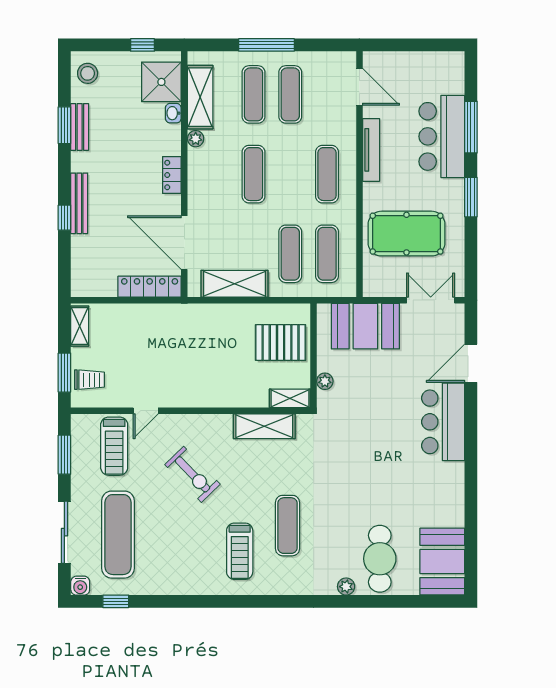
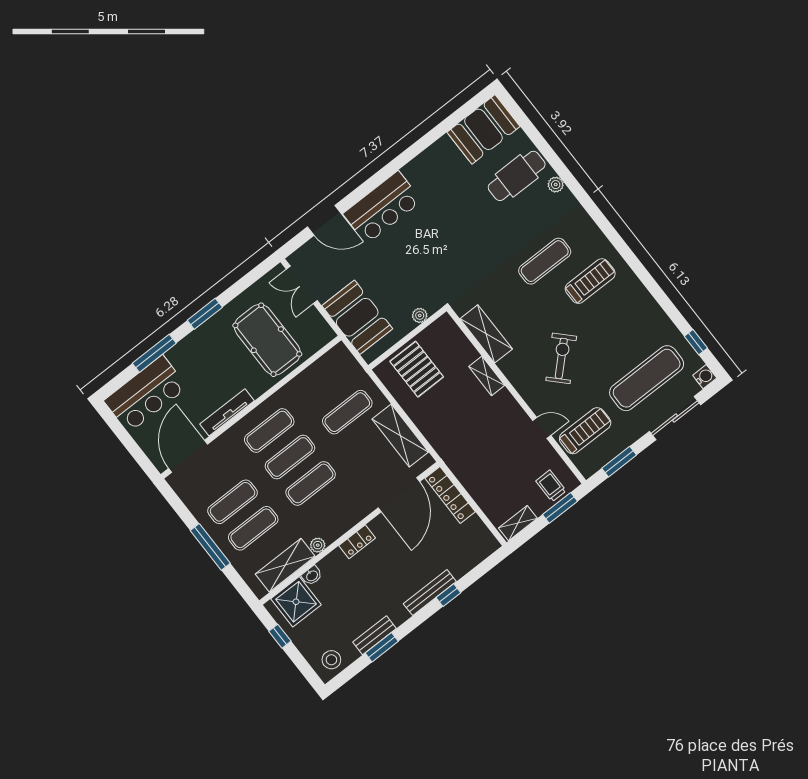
door: (359, 87) -> (188, 456), width x1.36
bar counter: (442, 136) -> (146, 394), moved
exercise mat: (327, 254) -> (290, 457), moved
shelving: (290, 398) -> (487, 376), moved

